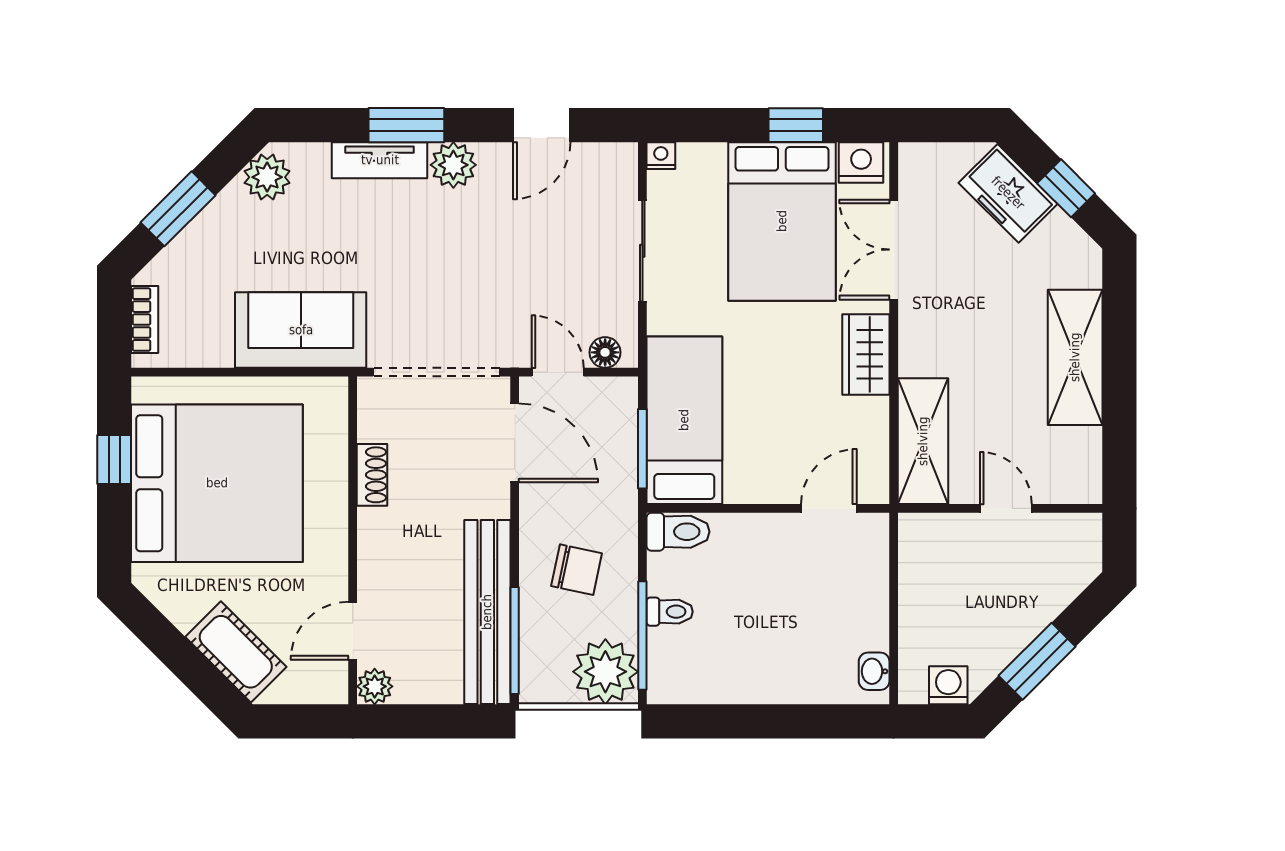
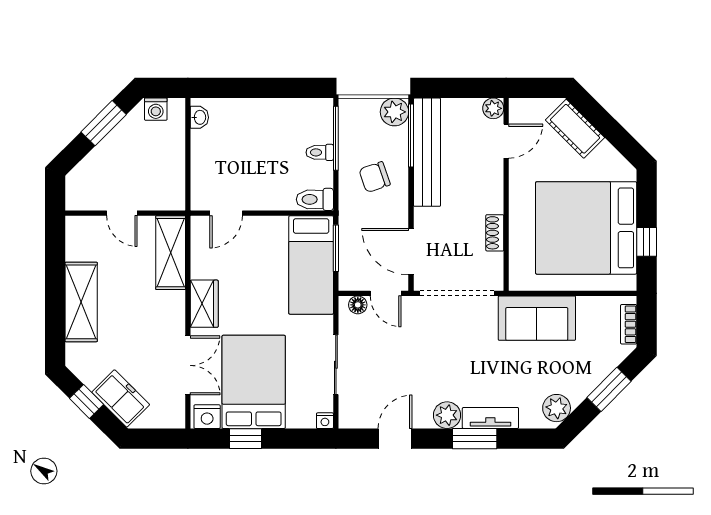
chair: (577, 570) -> (375, 177), turned -31
plant: (605, 672) -> (394, 112), moved, width x0.73, depth x0.73

